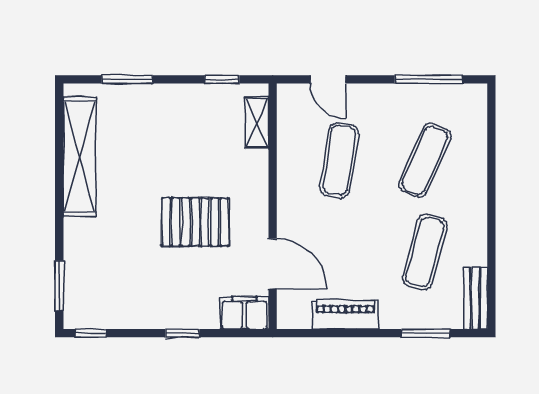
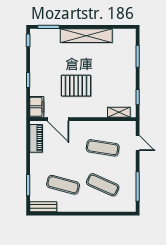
door: (328, 79) -> (138, 143), swing flipped
shelving: (80, 157) -> (86, 36), moved
pallet: (195, 222) -> (76, 86), turned 90
door: (273, 264) -> (58, 119), hinge flipped
piano: (345, 315) -> (36, 138), moved

